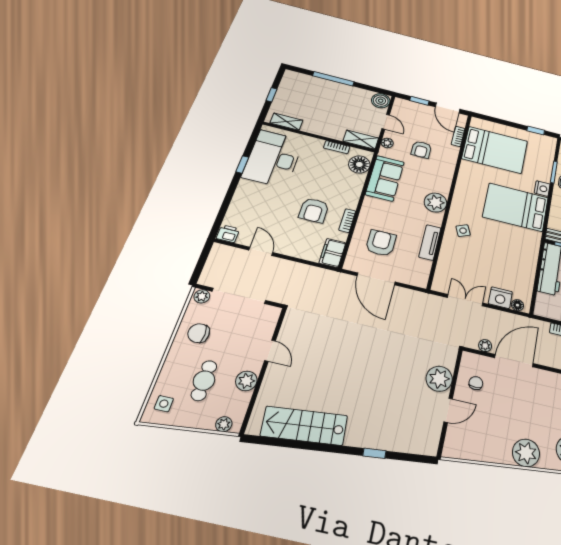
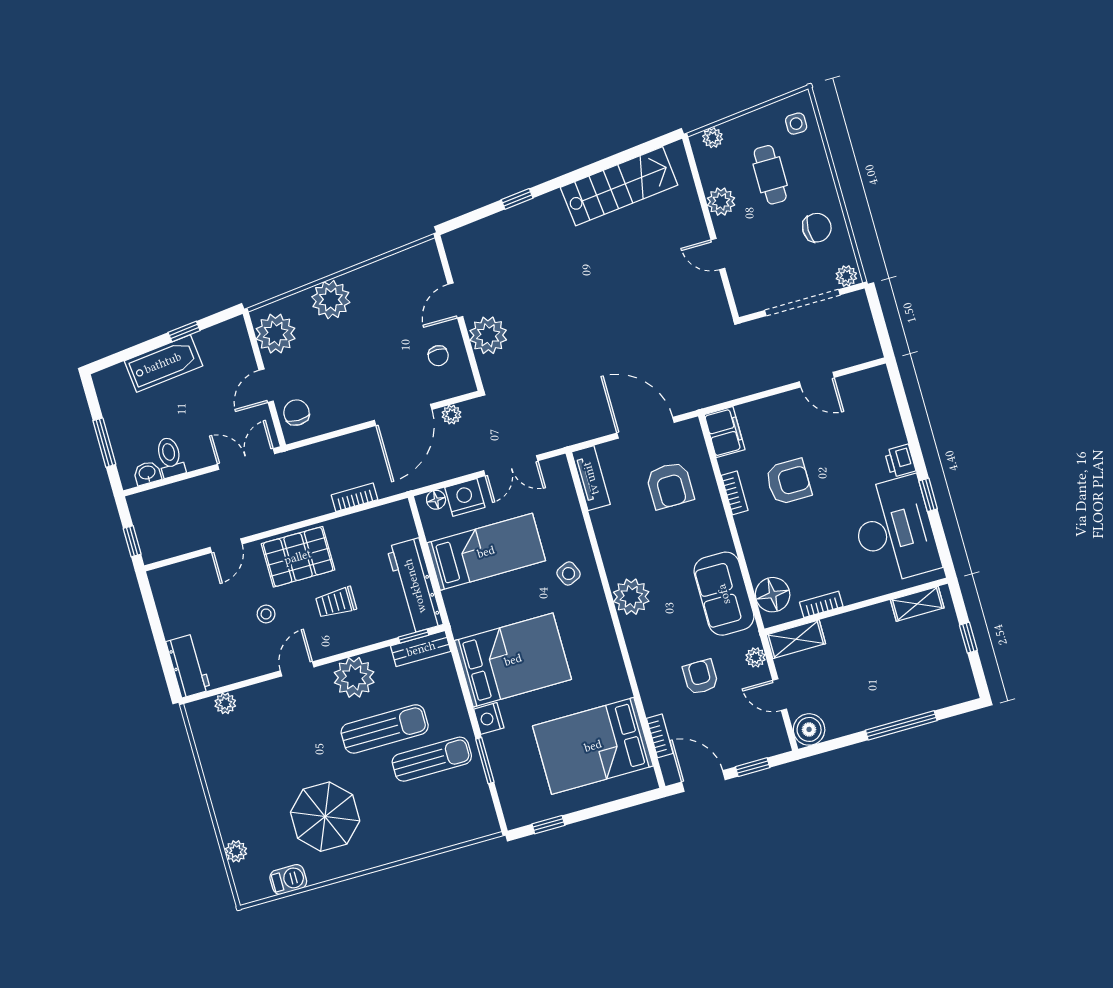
armchair: (314, 210) -> (788, 482), turned 90
printer: (228, 234) -> (900, 461), moved, turned 90
tv unit: (430, 242) -> (591, 478), moved
bed: (503, 264) -> (486, 552), added

